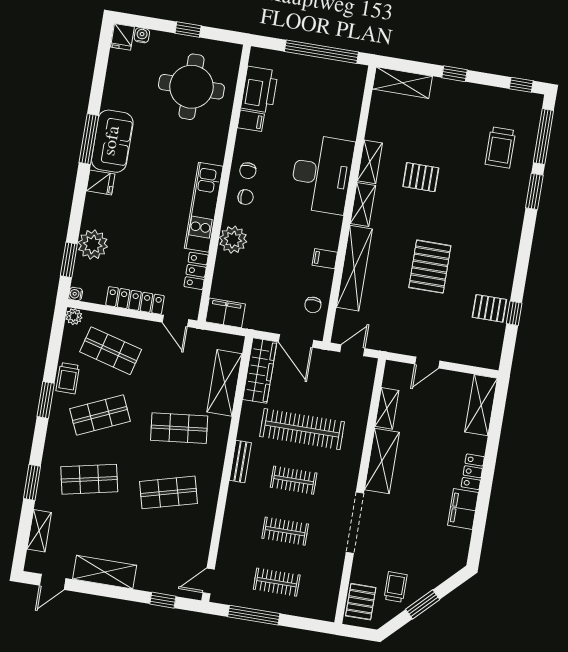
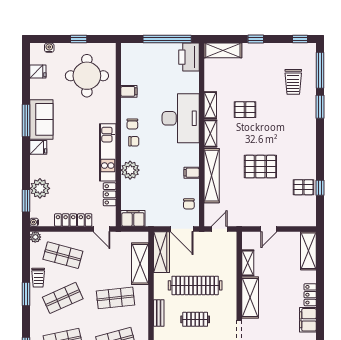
fridge: (123, 37) -> (38, 71), moved, turned -90
printer: (259, 90) -> (189, 57), moved, turned 180
pallet: (430, 267) -> (260, 167), turned 90

